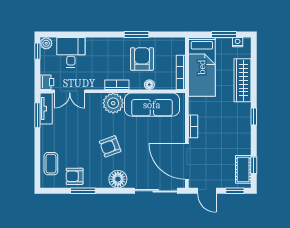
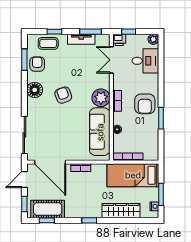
window: (37, 51) -> (129, 32), moved
armchair: (142, 59) -> (145, 104), moved, turned 90
tv unit: (46, 109) -> (81, 39), moved
window: (37, 157) -> (54, 32), added
door: (187, 161) -> (50, 162), swing flipped
cot: (243, 169) -> (48, 209), width x1.37, depth x1.34
floor lamp: (118, 179) -> (35, 90), moved
window: (83, 191) -> (24, 60), moved

